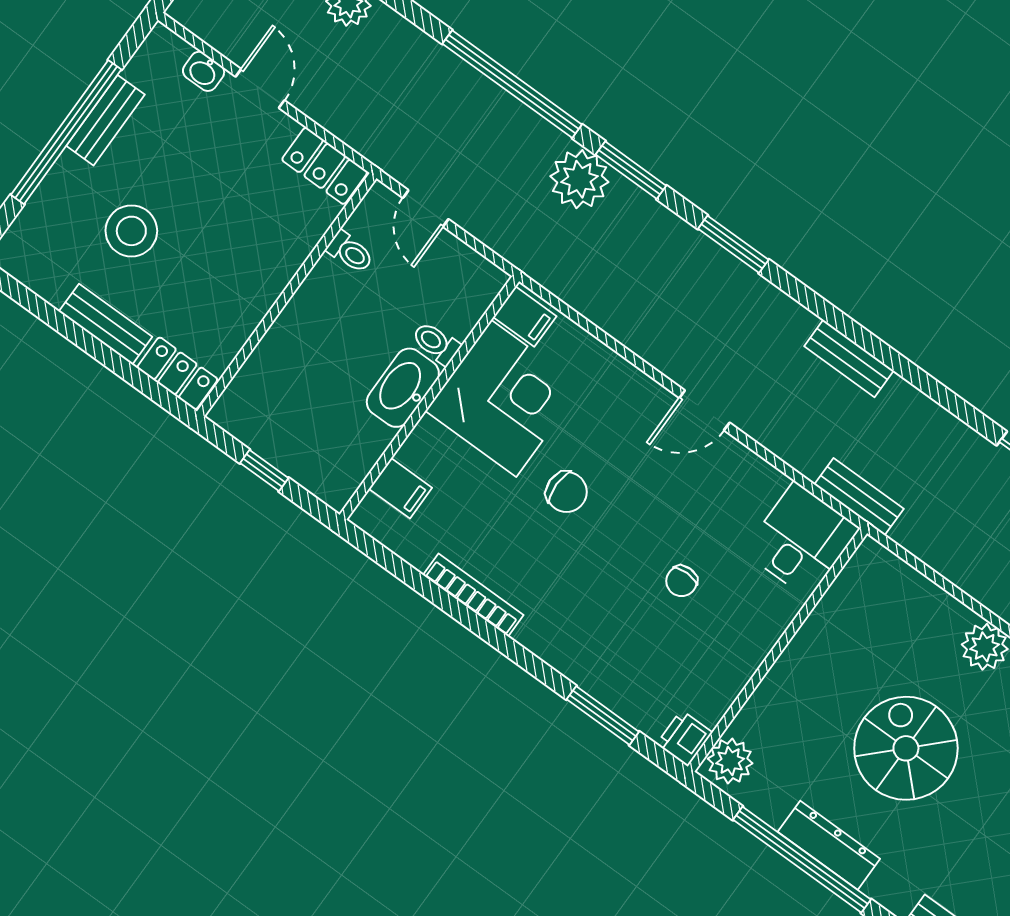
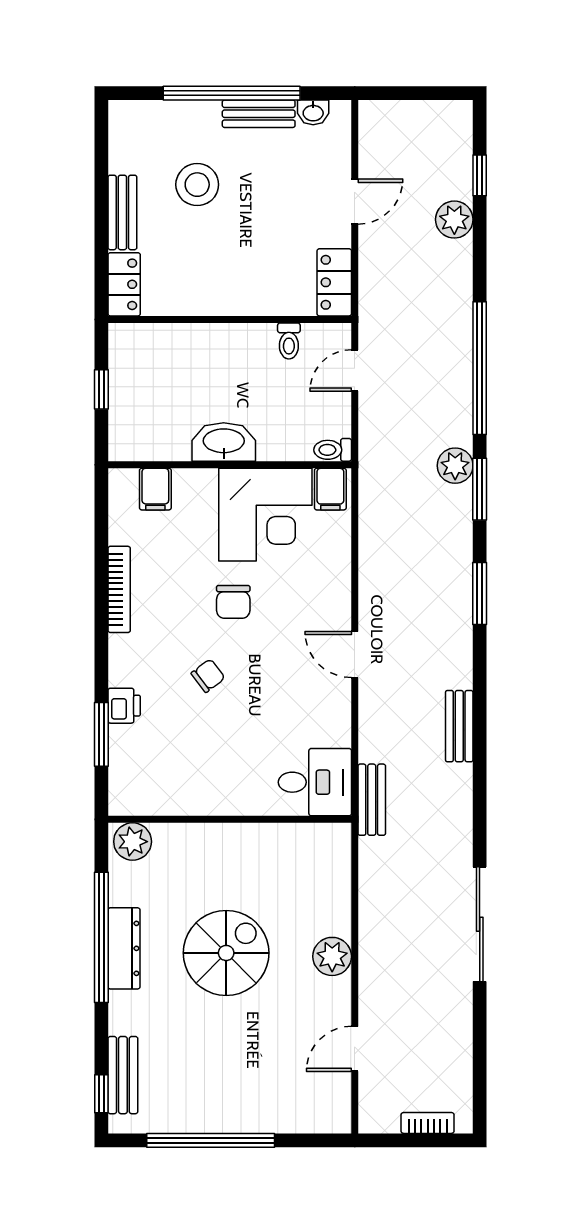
washbasin: (204, 71) -> (313, 112), moved, turned -90
plant: (579, 179) -> (455, 466), width x0.73, depth x0.73
toilet: (436, 343) -> (333, 450), moved, turned -90
chair: (682, 581) -> (208, 676), moved, turned 143
printer: (684, 738) -> (124, 706), moved, turned 90

